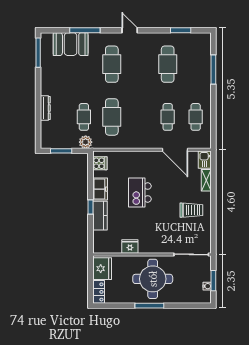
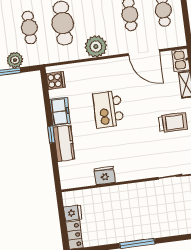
plant: (136, 140) -> (96, 46), added
plant: (86, 142) -> (15, 60), moved
fridge: (102, 269) -> (73, 213), width x0.53, depth x0.75
round table: (153, 279) -> (137, 211), removed

